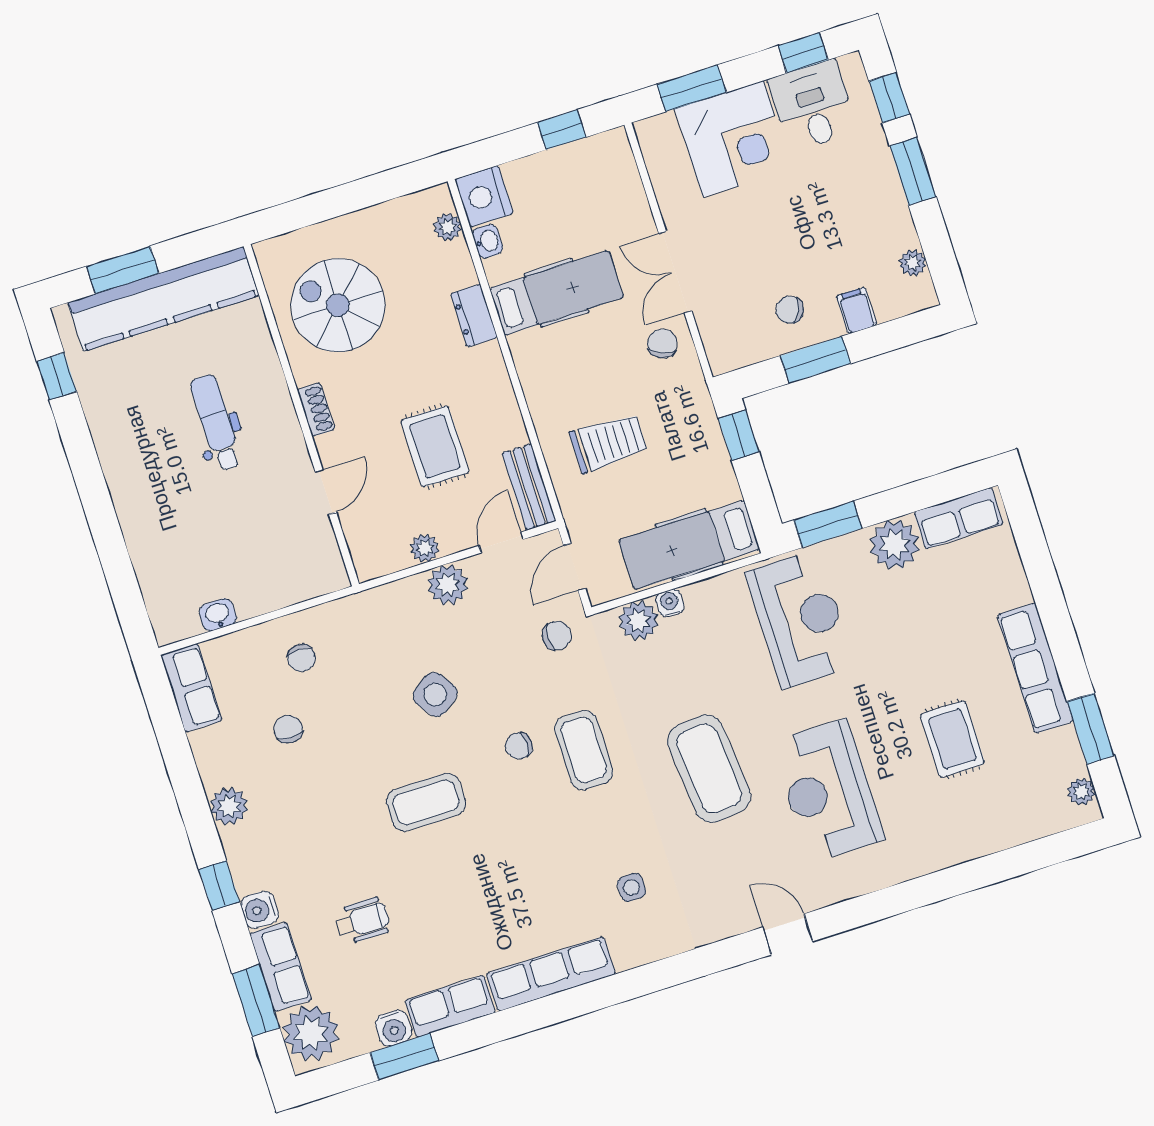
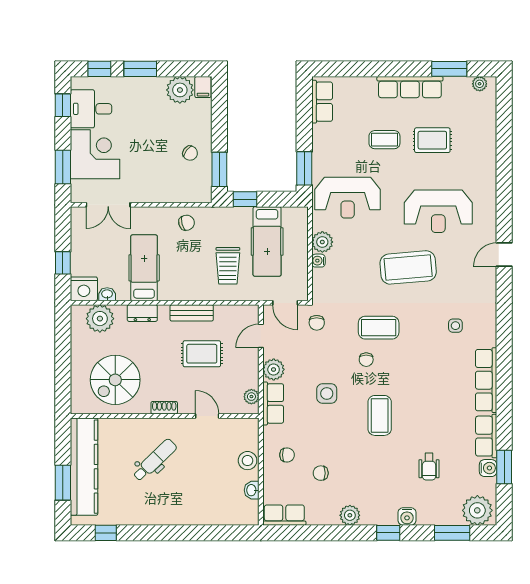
window: (562, 130) -> (63, 263), moved
plant: (448, 227) -> (100, 319), width x1.88, depth x1.88
plant: (913, 263) -> (180, 90), width x1.87, depth x1.87
double door: (675, 272) -> (108, 205), moved
chair: (790, 310) -> (190, 153), turned -77
filing cabinet: (856, 311) -> (203, 87), moved, turned -90
chair: (662, 343) -> (187, 223), turned 142
window: (815, 360) -> (219, 169), moved
dental chair: (216, 423) -> (155, 460), turned 136
trolley: (609, 443) -> (228, 266), turned 180
bench: (529, 487) -> (192, 313), moved
door: (501, 542) -> (261, 336), hinge flipped
plant: (895, 544) -> (325, 138), removed
hospital bed: (689, 545) -> (267, 241), moved
plant: (425, 548) -> (251, 397), moved
stool: (269, 590) -> (248, 461), added
reception desk: (800, 619) -> (348, 198), turned 180
plant: (638, 621) -> (322, 242), moved
chair: (557, 636) -> (317, 323), turned 180
coffee table: (926, 652) -> (384, 140), added
side table: (435, 694) -> (327, 393), turned 34
wheelchair: (362, 921) -> (429, 467), turned 180
row of seats: (281, 967) -> (273, 403), moved, turned 90

